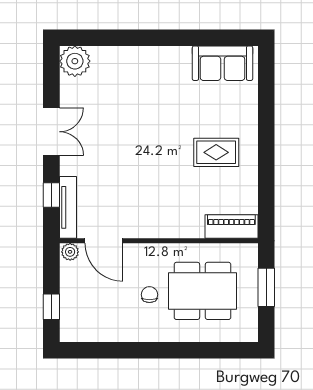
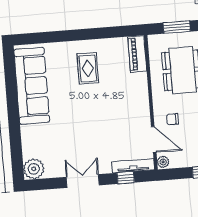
sofa: (222, 63) -> (32, 86), width x1.85, depth x1.27
door: (104, 241) -> (154, 140), hinge flipped
chair: (149, 295) -> (173, 119), moved

